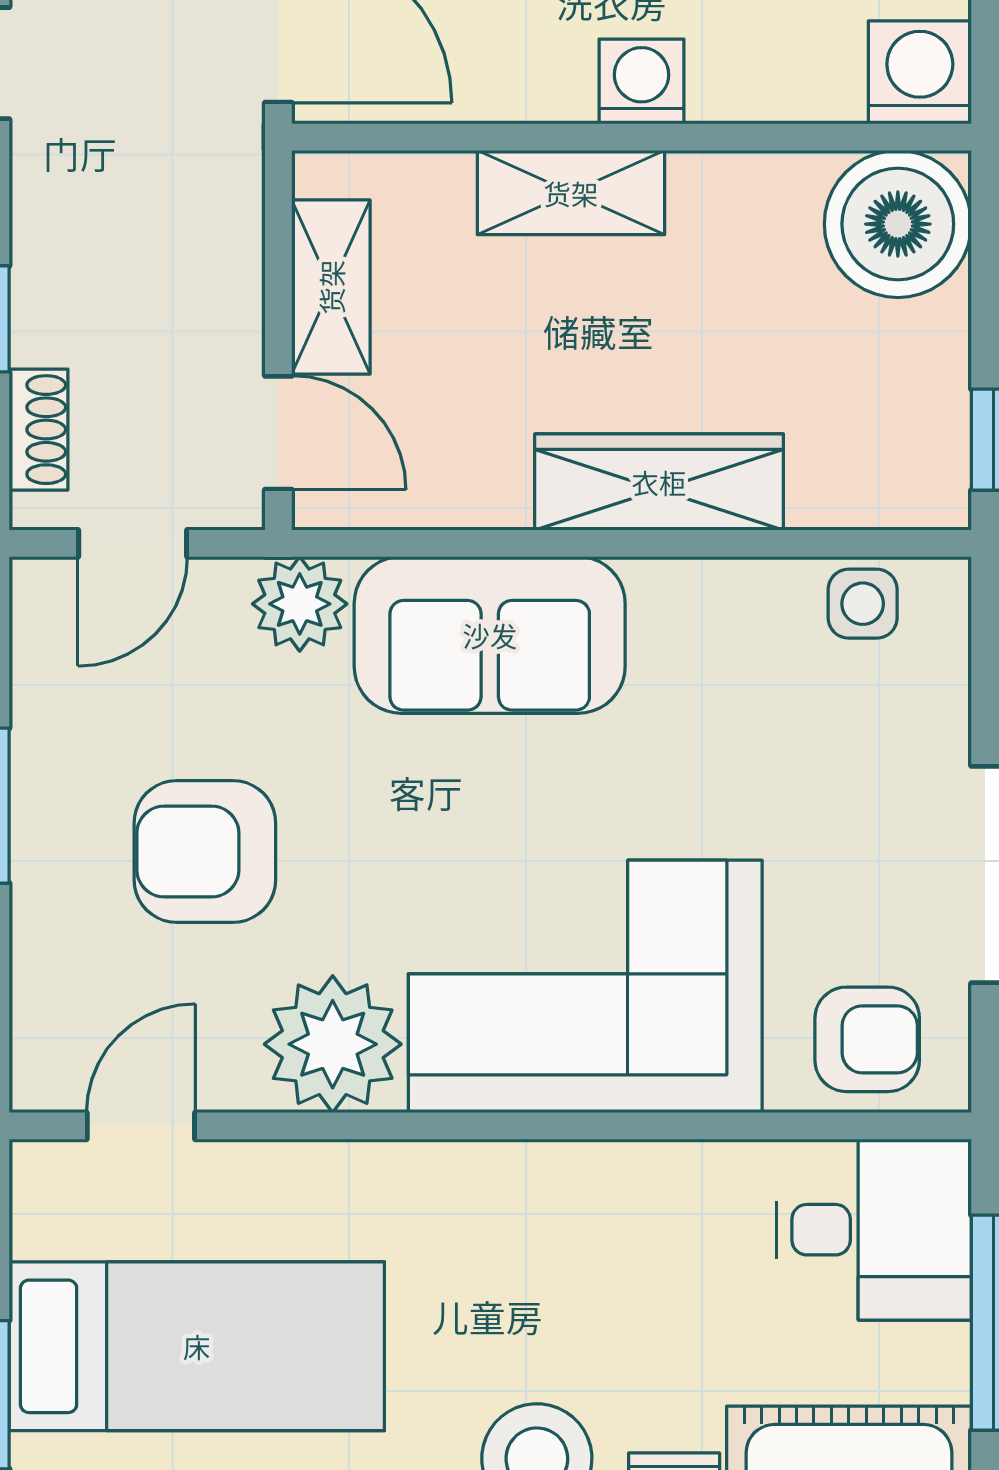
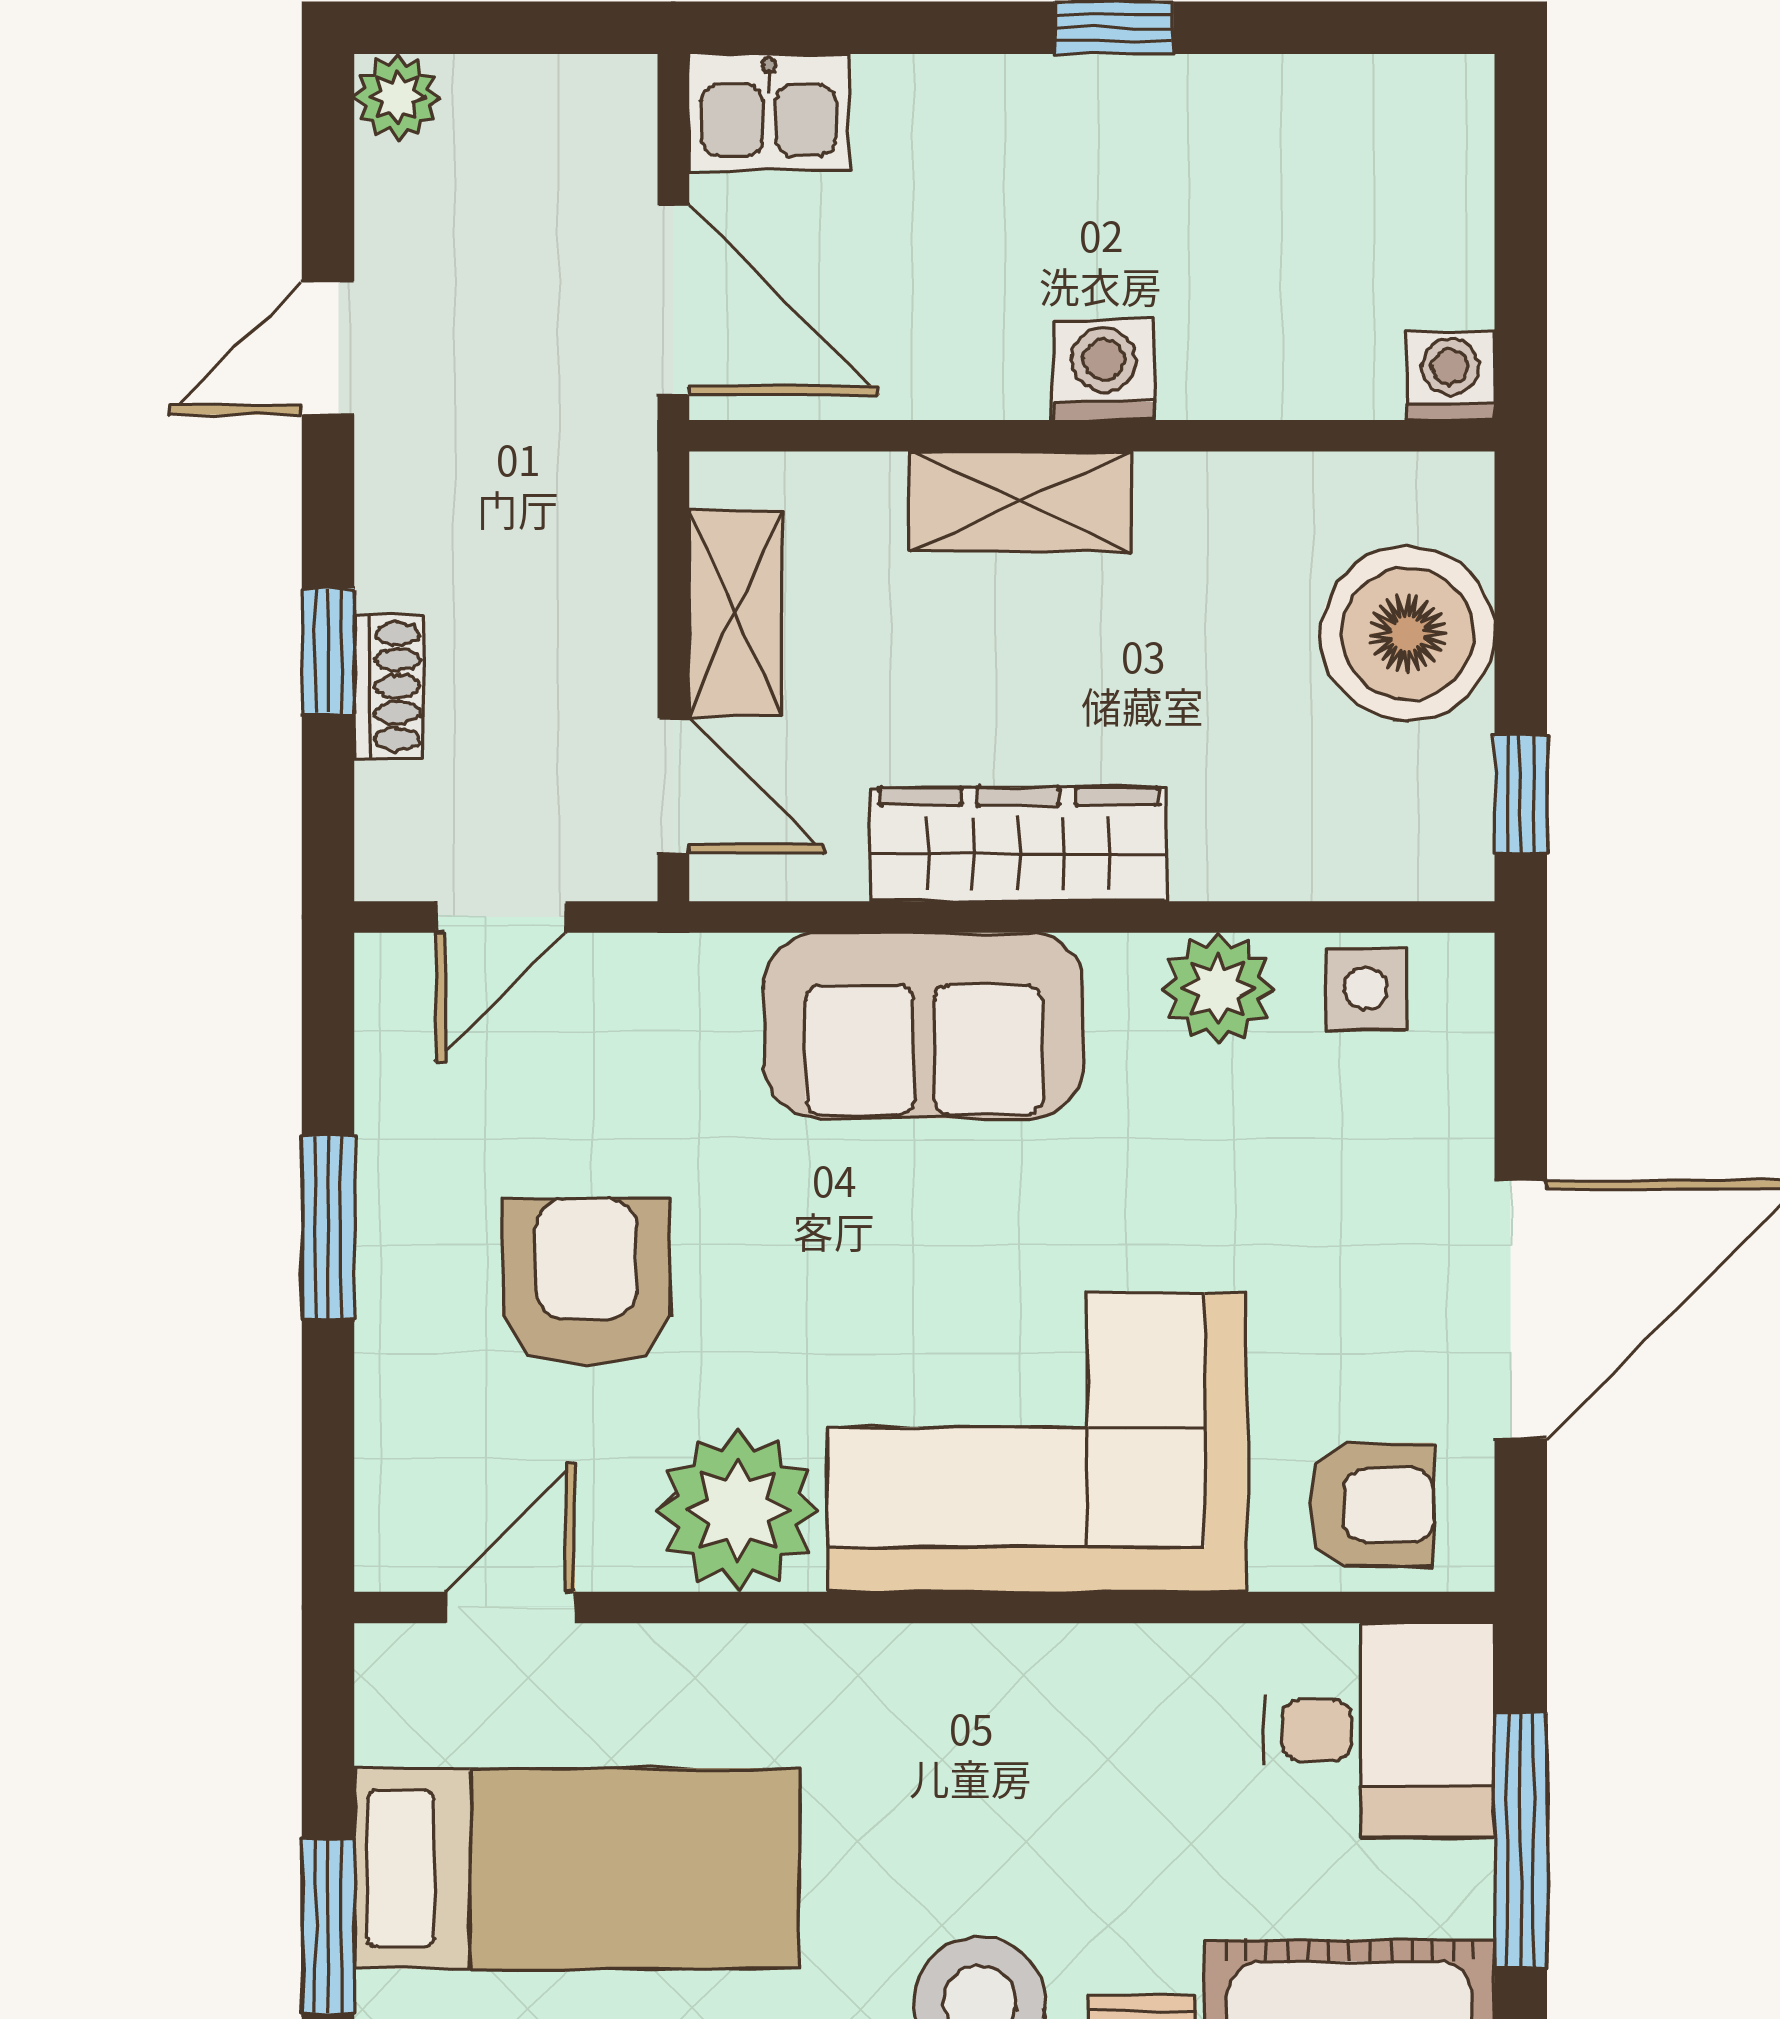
washing machine: (920, 72) -> (1450, 376), width x0.73, depth x0.73
boiler: (898, 224) -> (1407, 634), moved
shoe rack: (39, 430) -> (389, 686), moved
wardrobe: (659, 482) -> (1018, 844), moved
plant: (300, 604) -> (1218, 989), moved
armchair: (205, 852) -> (586, 1282), turned 90

